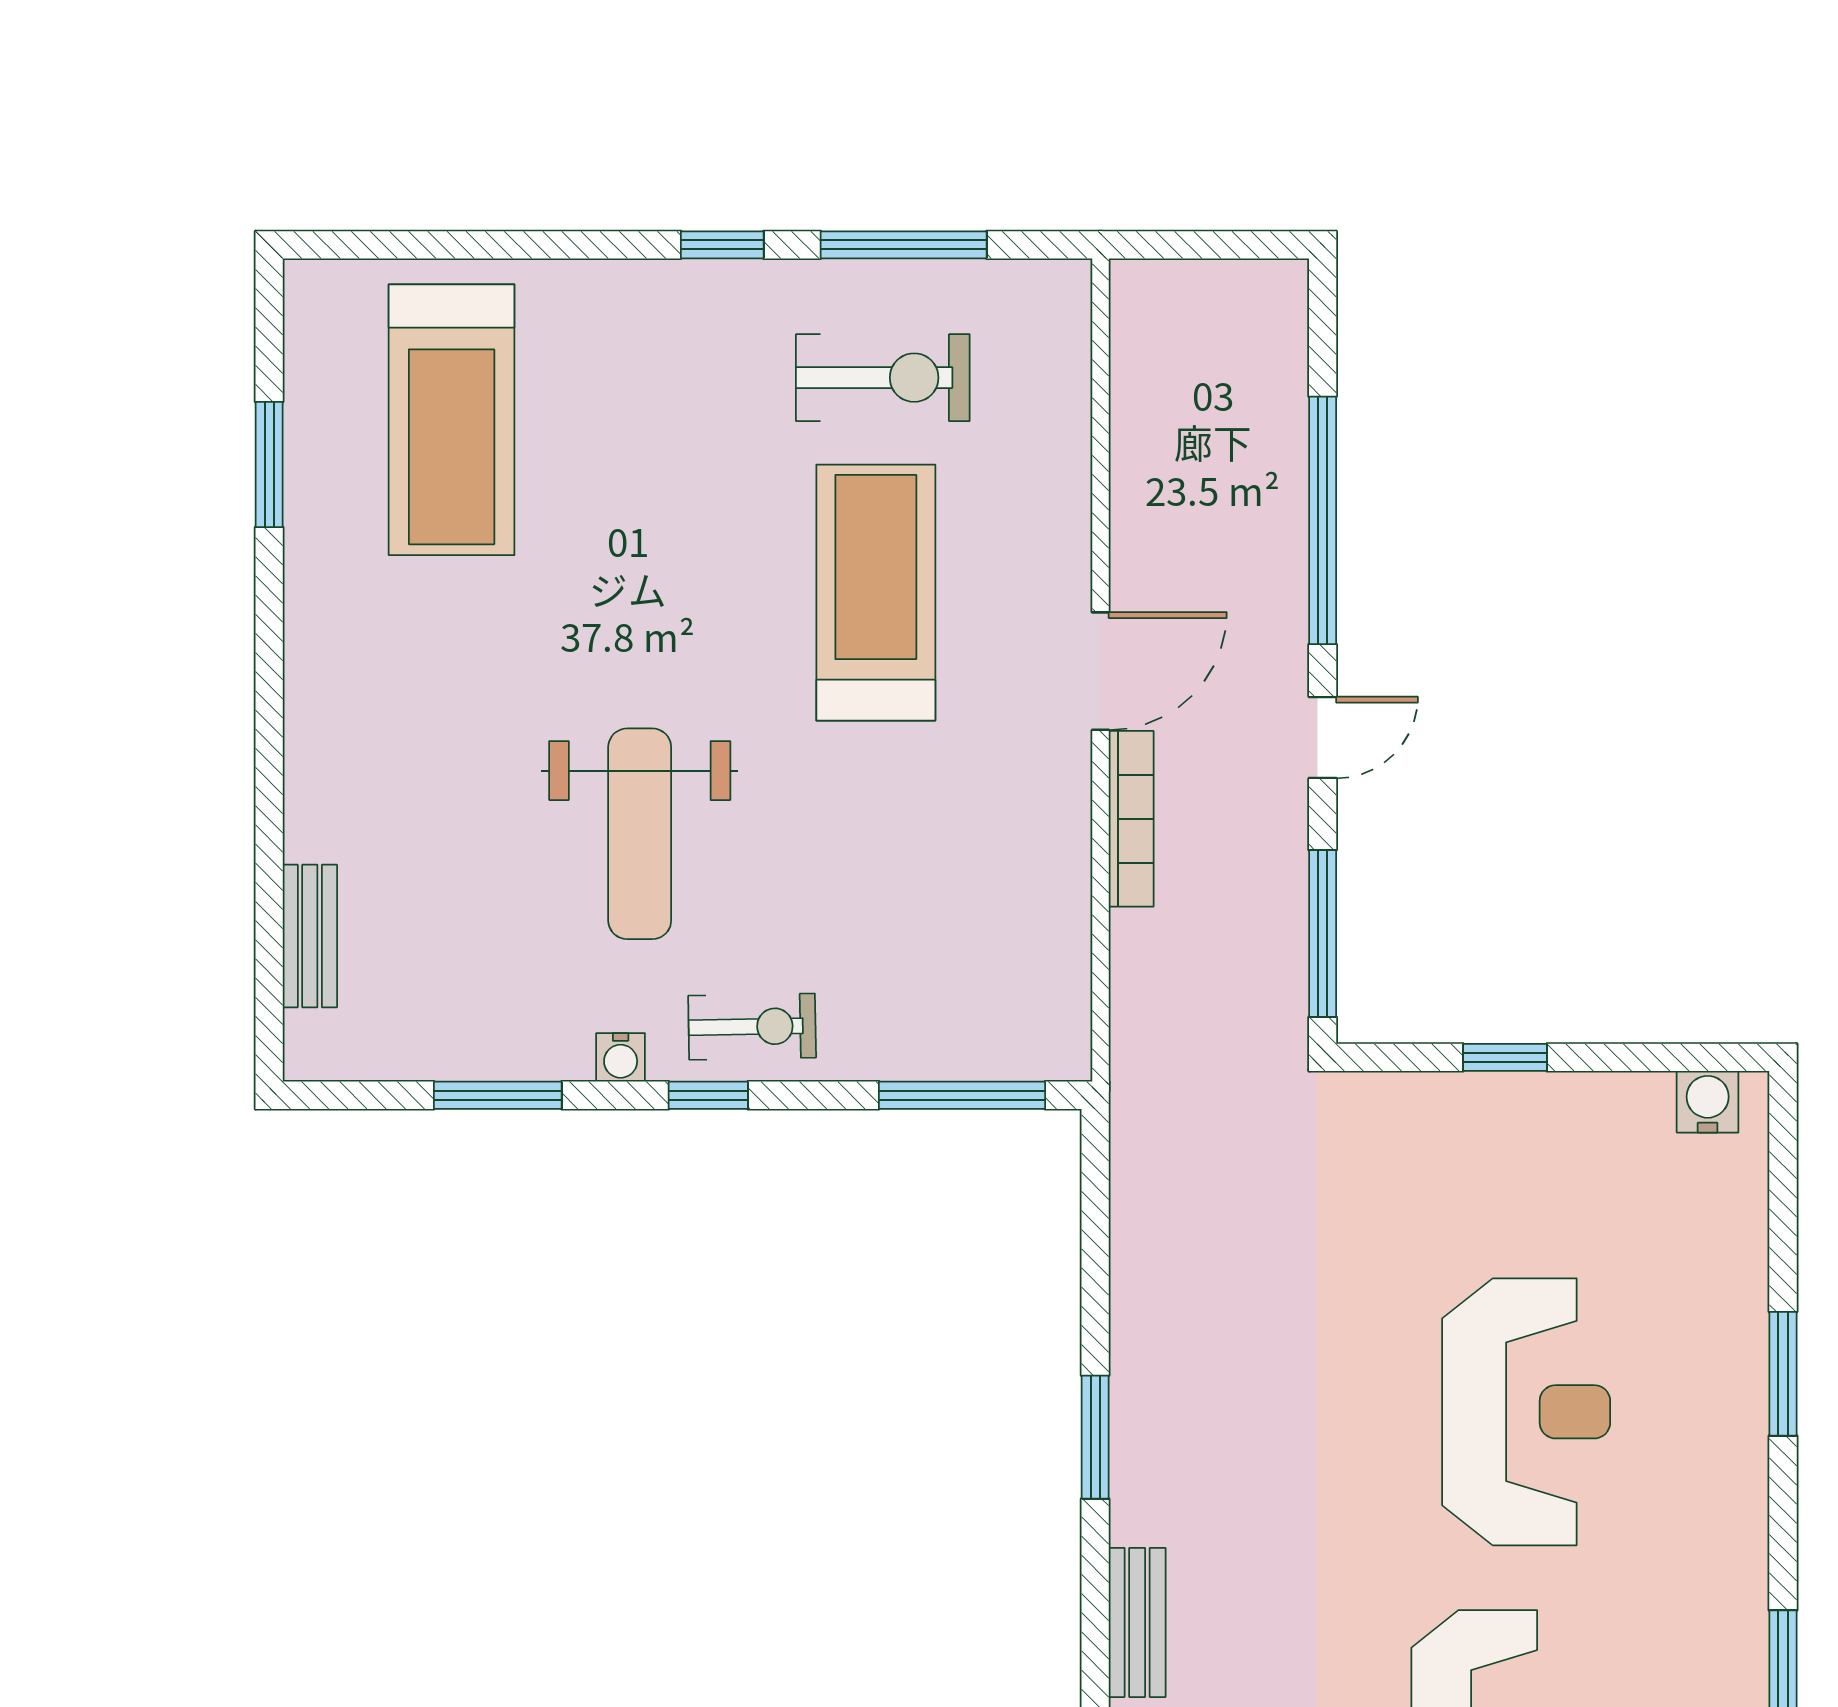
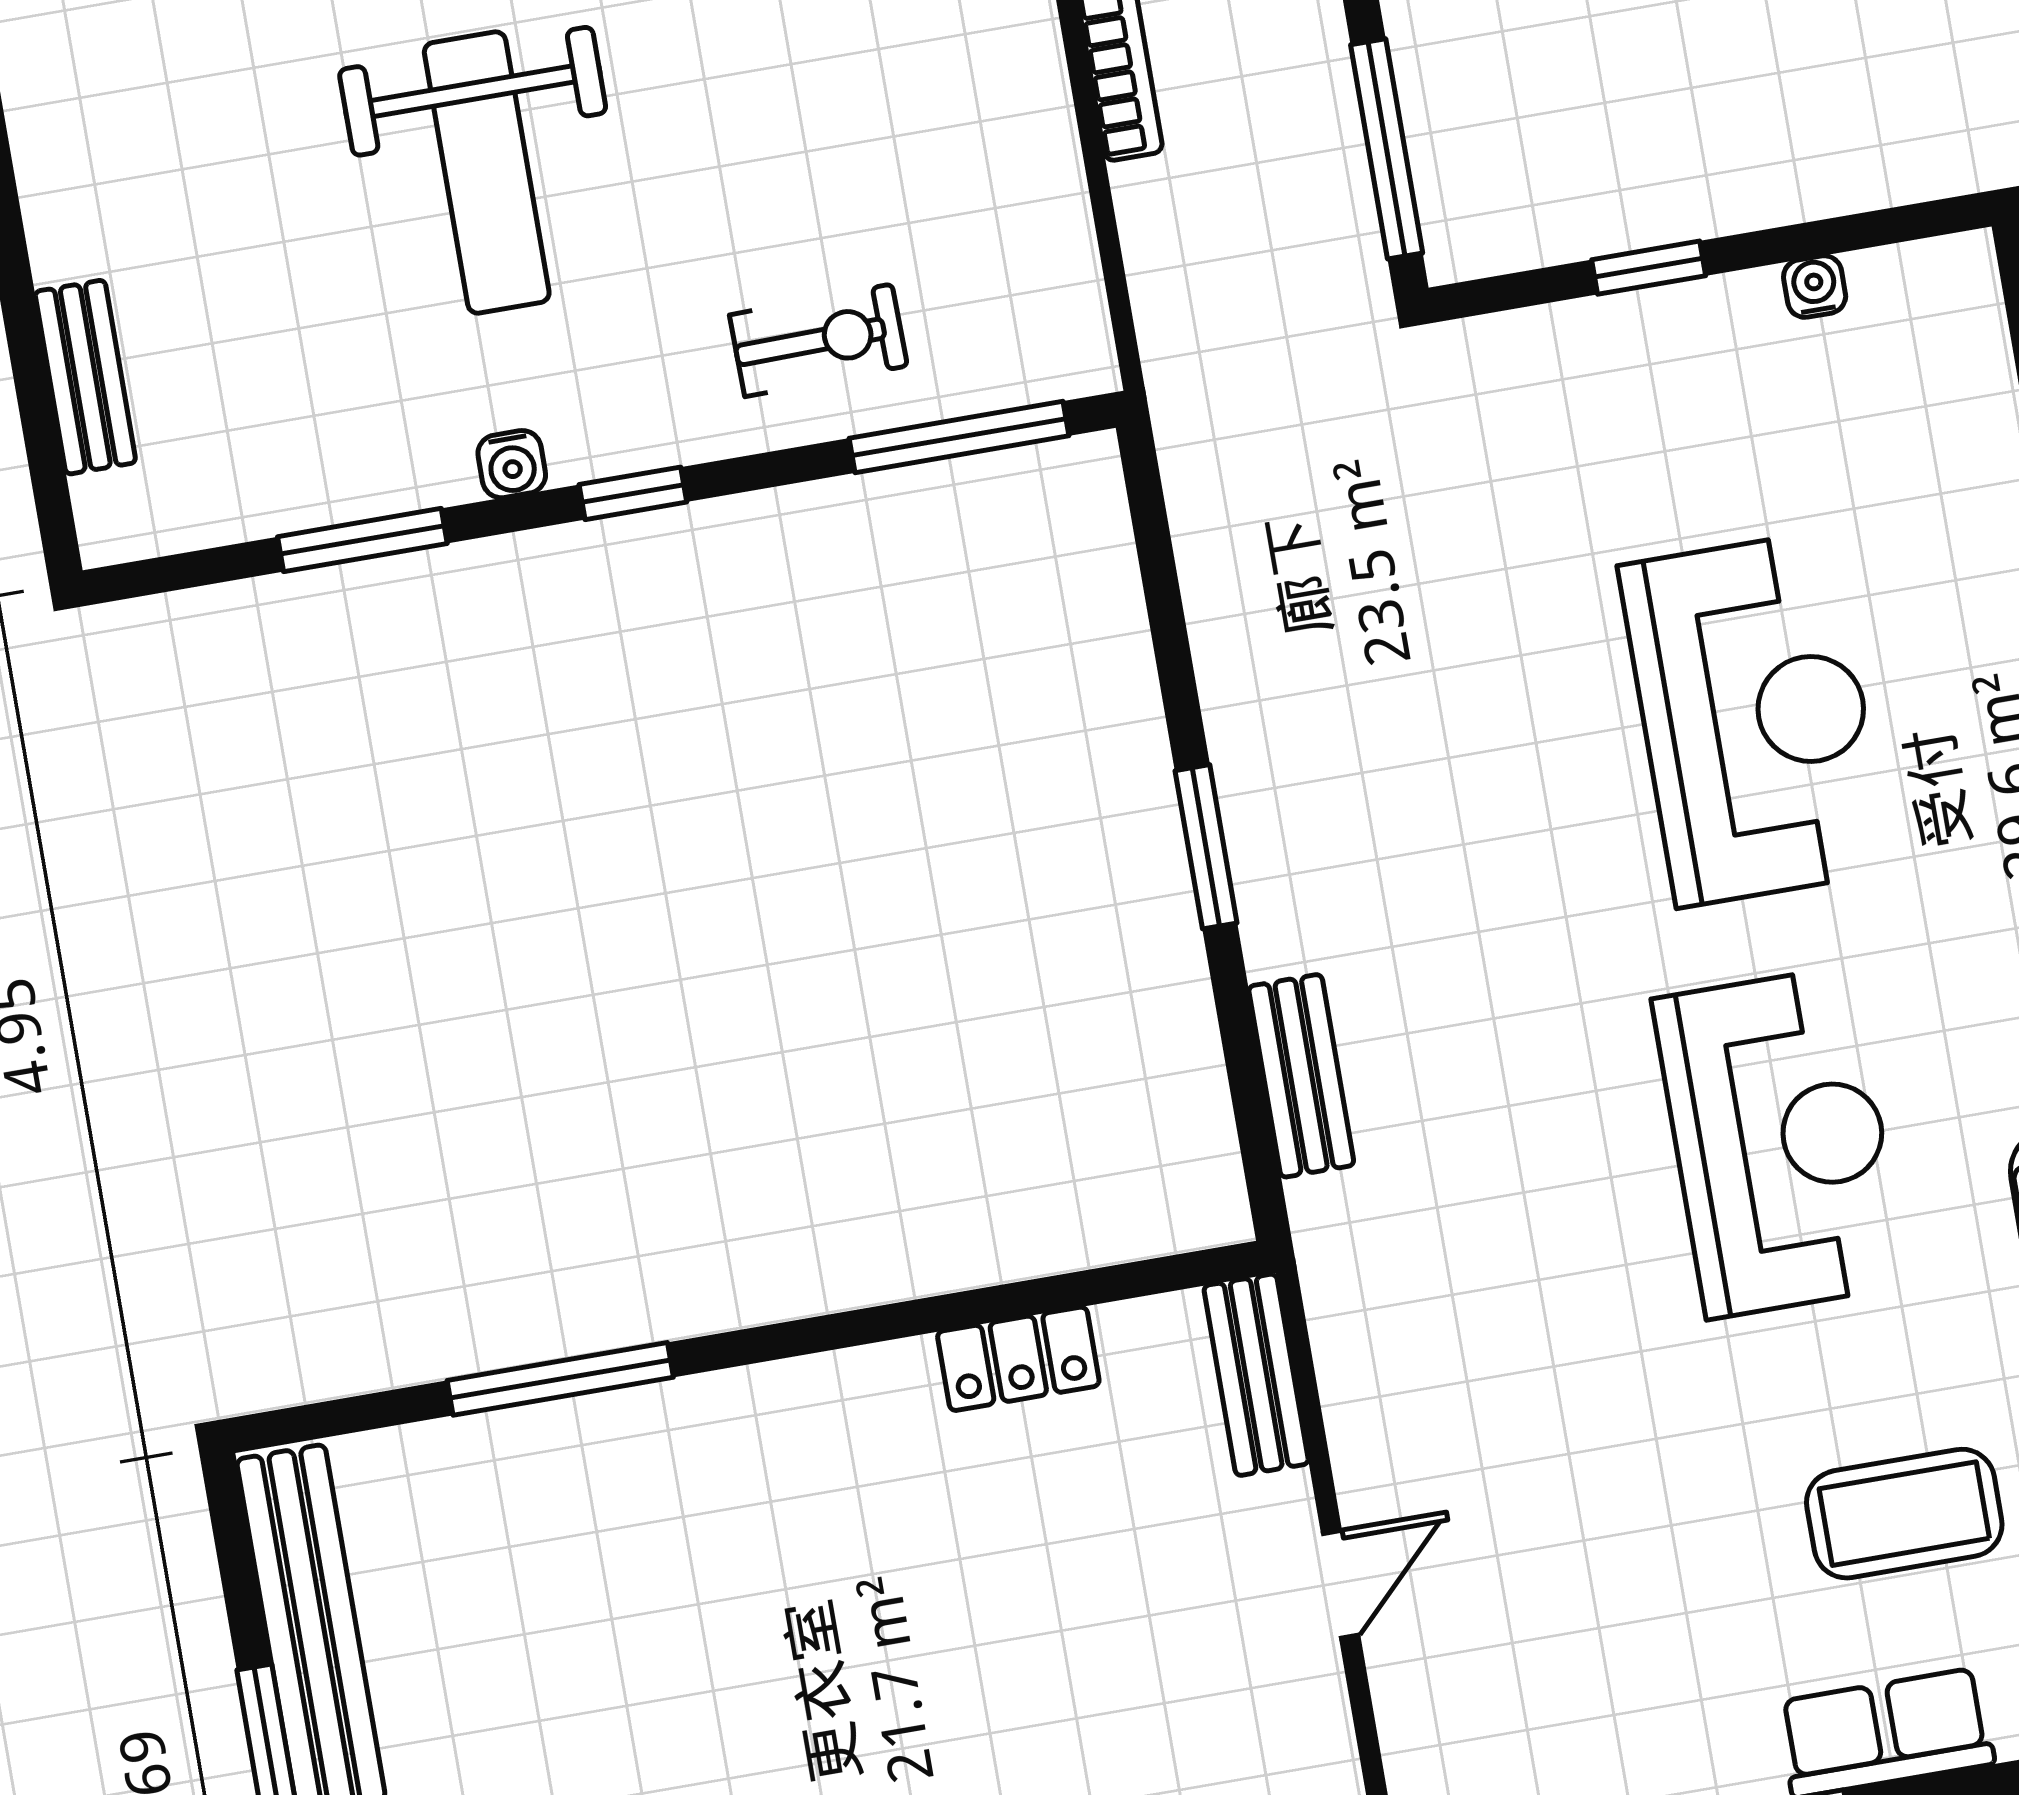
exercise bike: (752, 1027) -> (818, 340), moved
water cooler: (1708, 1102) -> (1815, 287), moved, width x0.72, depth x0.72

